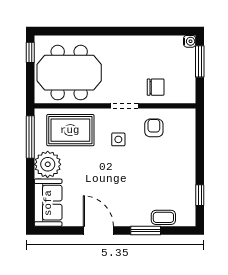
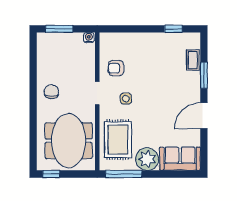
water cooler: (190, 41) -> (89, 38), moved
chair: (156, 87) -> (51, 92), moved

